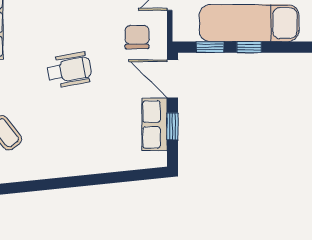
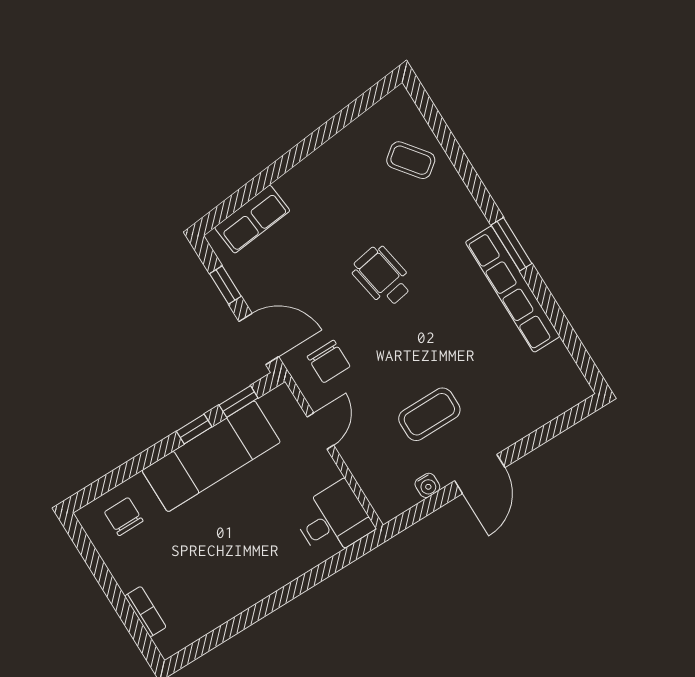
wheelchair: (69, 70) -> (382, 276), turned 90
row of seats: (154, 124) -> (252, 219), moved, turned 84

